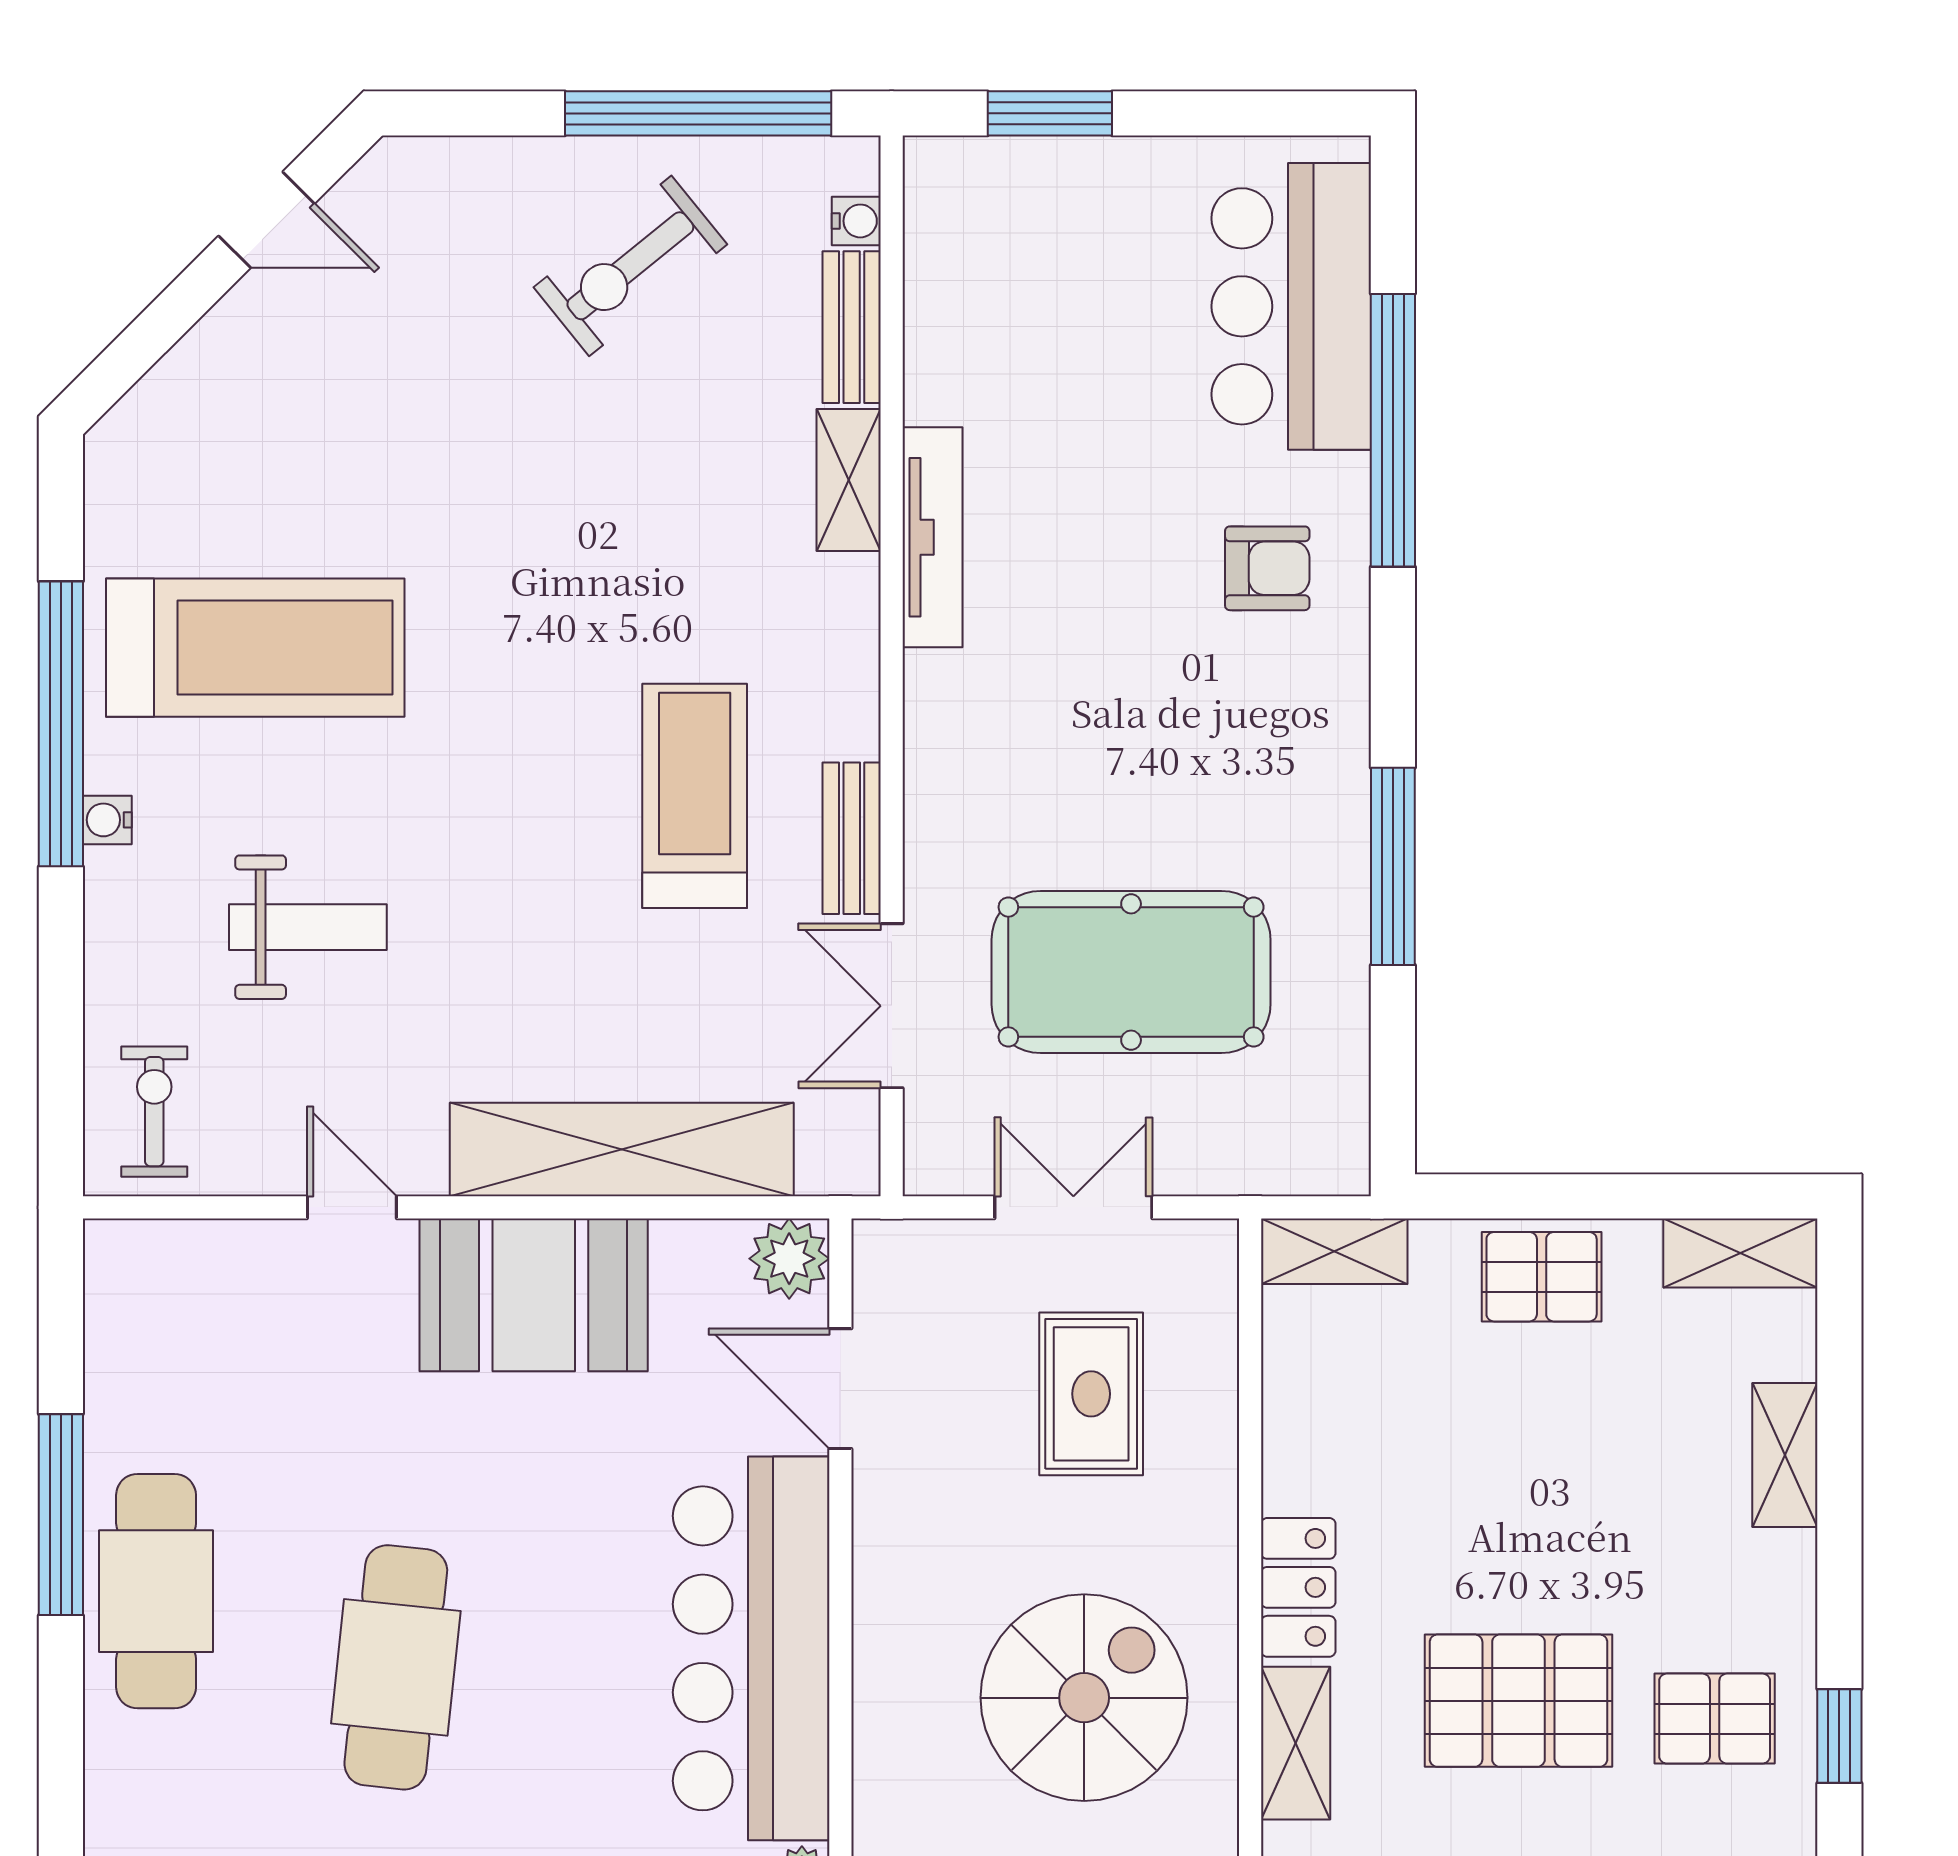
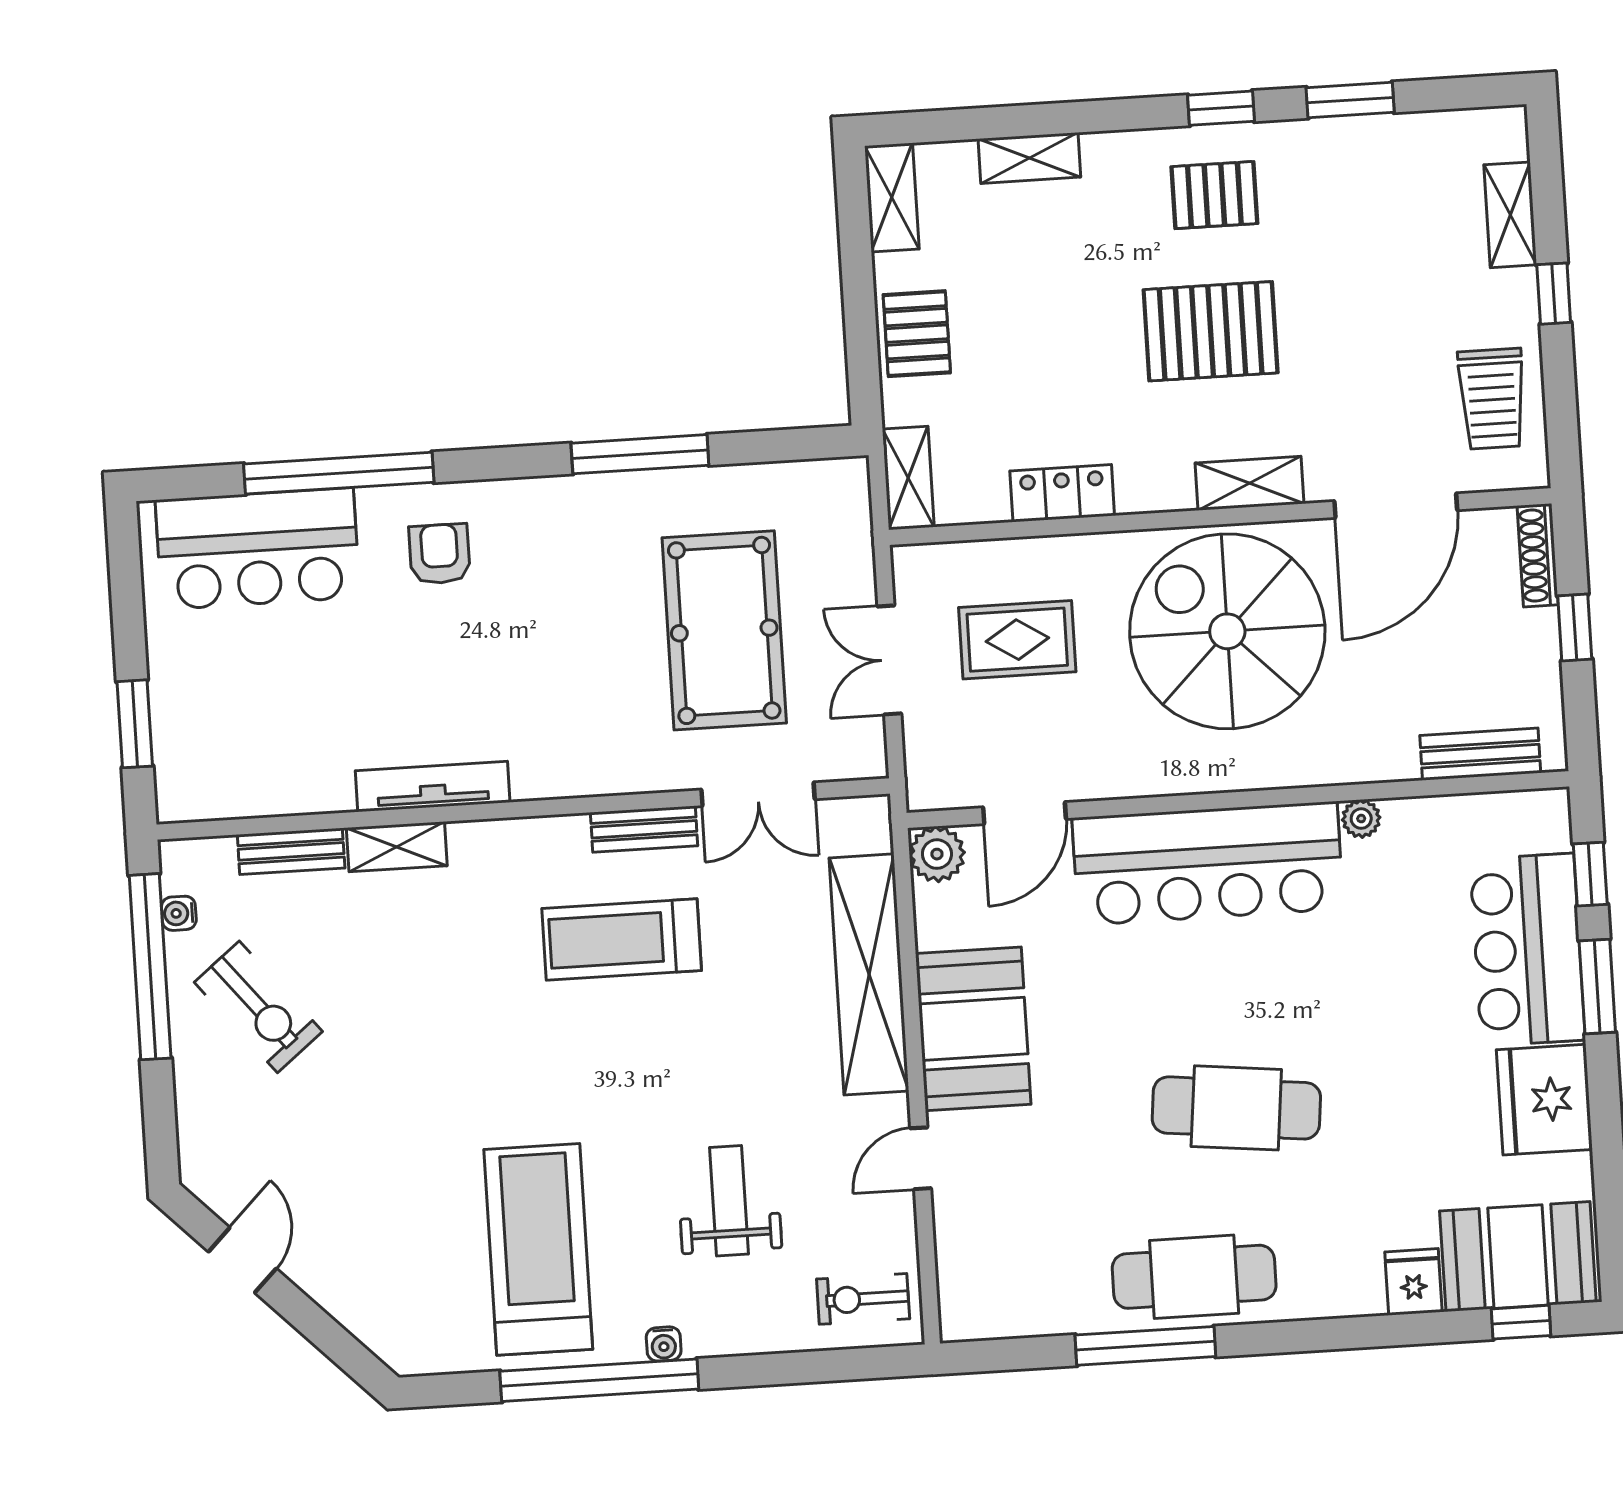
water cooler: (856, 221) -> (179, 913), moved, turned -90
locker: (1298, 1587) -> (1062, 493), moved
spiral stairs: (1084, 1698) -> (1227, 631), width x1.37, depth x1.37
pallet: (1518, 1701) -> (1211, 331), turned 90
pallet: (1715, 1719) -> (1214, 195), turned 90

